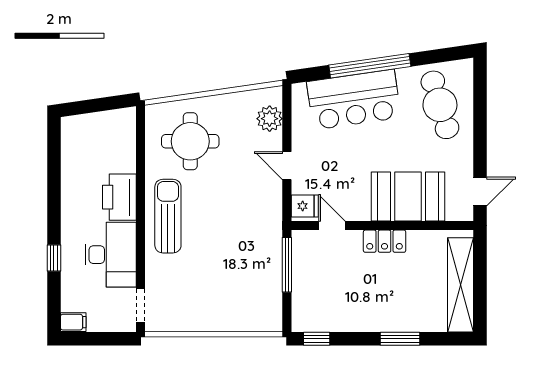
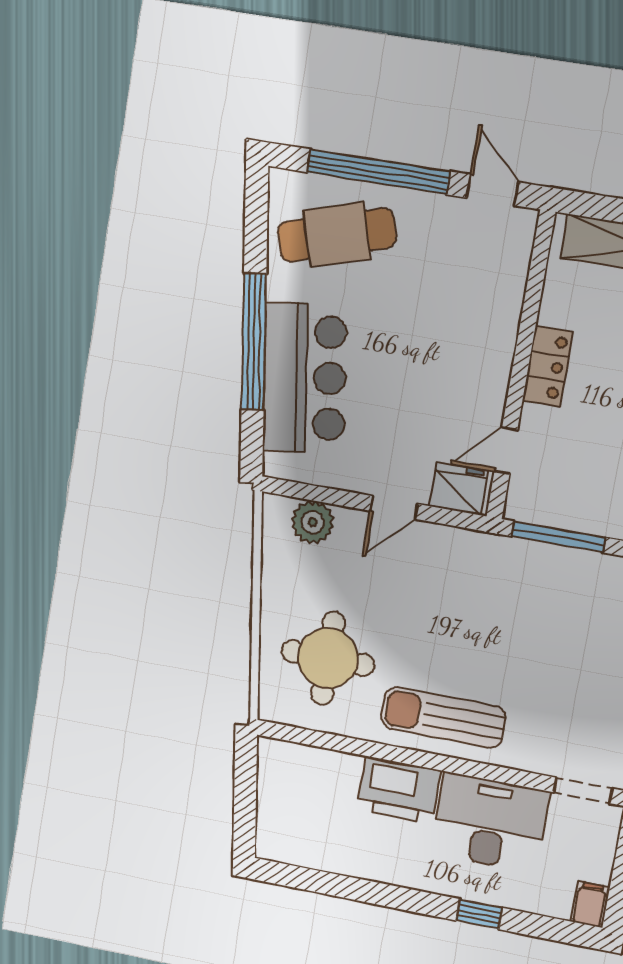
window: (480, 123) -> (378, 172), added
booth: (408, 196) -> (480, 314), removed
fridge: (305, 206) -> (459, 489), width x1.38

